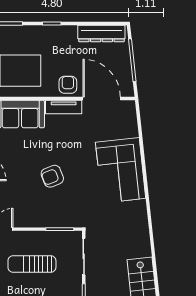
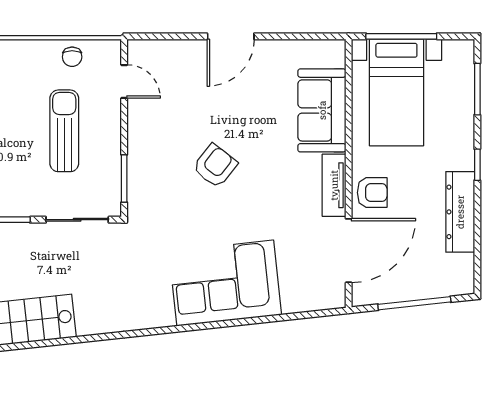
dresser: (101, 33) -> (460, 212), moved
armchair: (52, 176) -> (215, 166), turned 60

